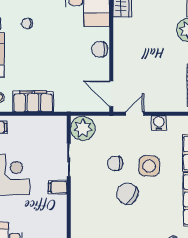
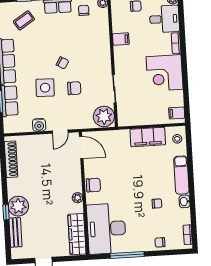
plant: (119, 36) -> (78, 198), added
filing cabinet: (58, 187) -> (121, 39), moved
chair: (127, 194) -> (62, 63), width x0.54, depth x0.54

